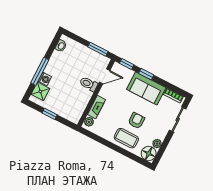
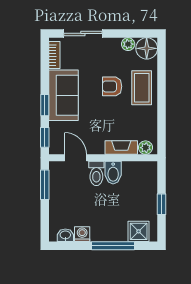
washing machine: (45, 79) -> (82, 234), moved
bidet: (84, 94) -> (113, 173), added

